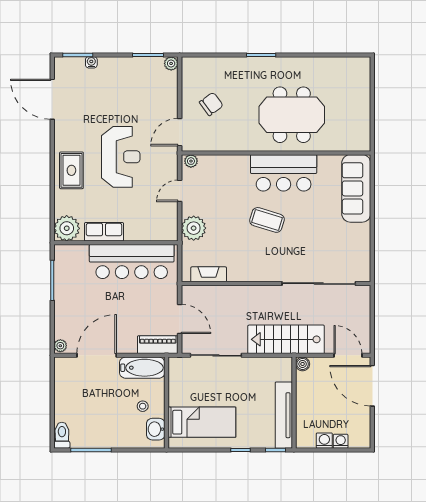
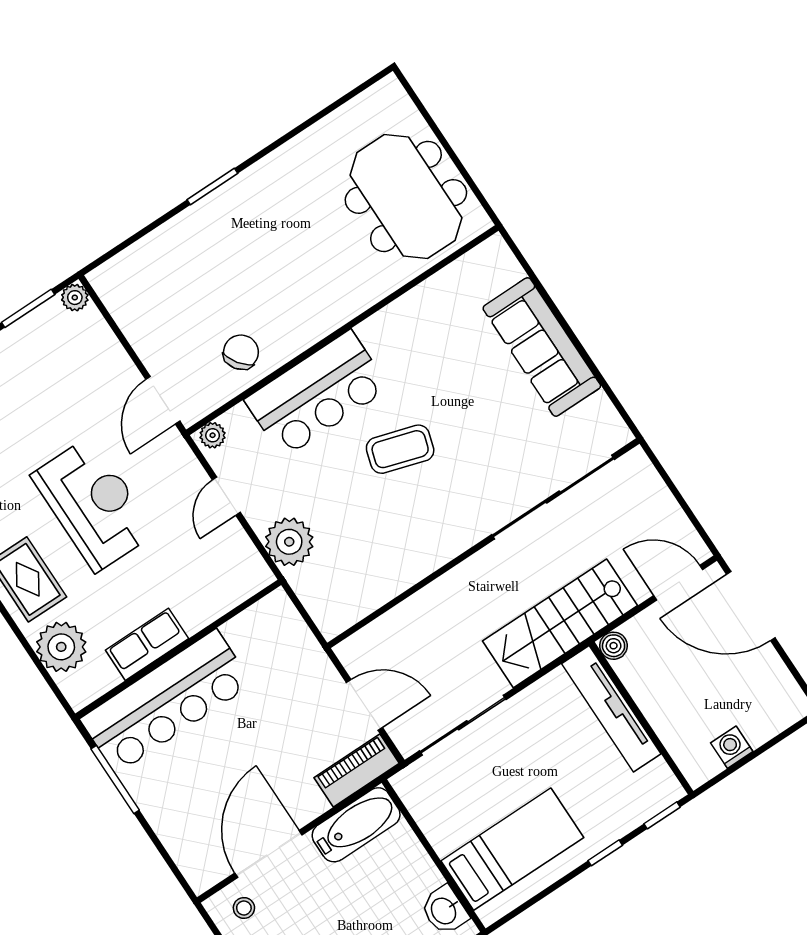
chair: (211, 104) -> (241, 352), moved
meeting table: (292, 115) -> (406, 196), moved, turned 90
bar counter: (284, 173) -> (317, 394), moved
sofa: (356, 188) -> (542, 347), moved
plant: (67, 228) -> (61, 647), moved
bar counter: (132, 262) -> (166, 701), moved
fireplace: (209, 274) -> (364, 601), removed
plant: (60, 346) -> (199, 877), removed
stool: (143, 406) -> (244, 908), moved
tv unit: (284, 415) -> (611, 709), moved
washing machine: (341, 441) -> (759, 731), removed

